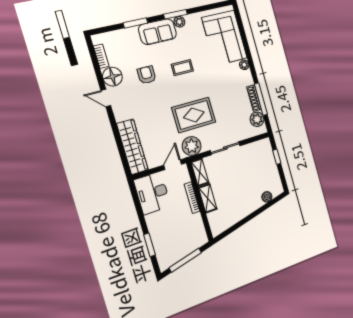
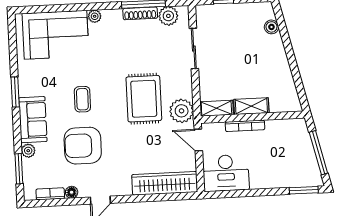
plant: (179, 22) -> (28, 151), moved
window: (135, 23) -> (19, 169), moved
armchair: (147, 75) -> (83, 146), width x1.88, depth x1.88
floor lamp: (112, 77) -> (72, 192), width x0.53, depth x0.53
sliding door: (225, 148) -> (194, 49), moved
window: (150, 245) -> (304, 190), moved

